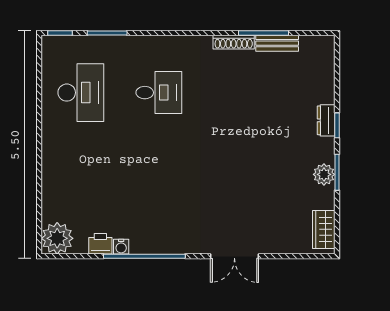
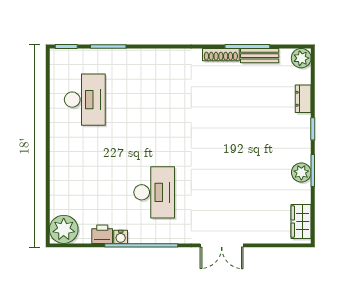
plant: (324, 46) -> (301, 58), added
desk: (159, 93) -> (154, 192), moved, width x1.37
dresser: (326, 120) -> (303, 99), moved

